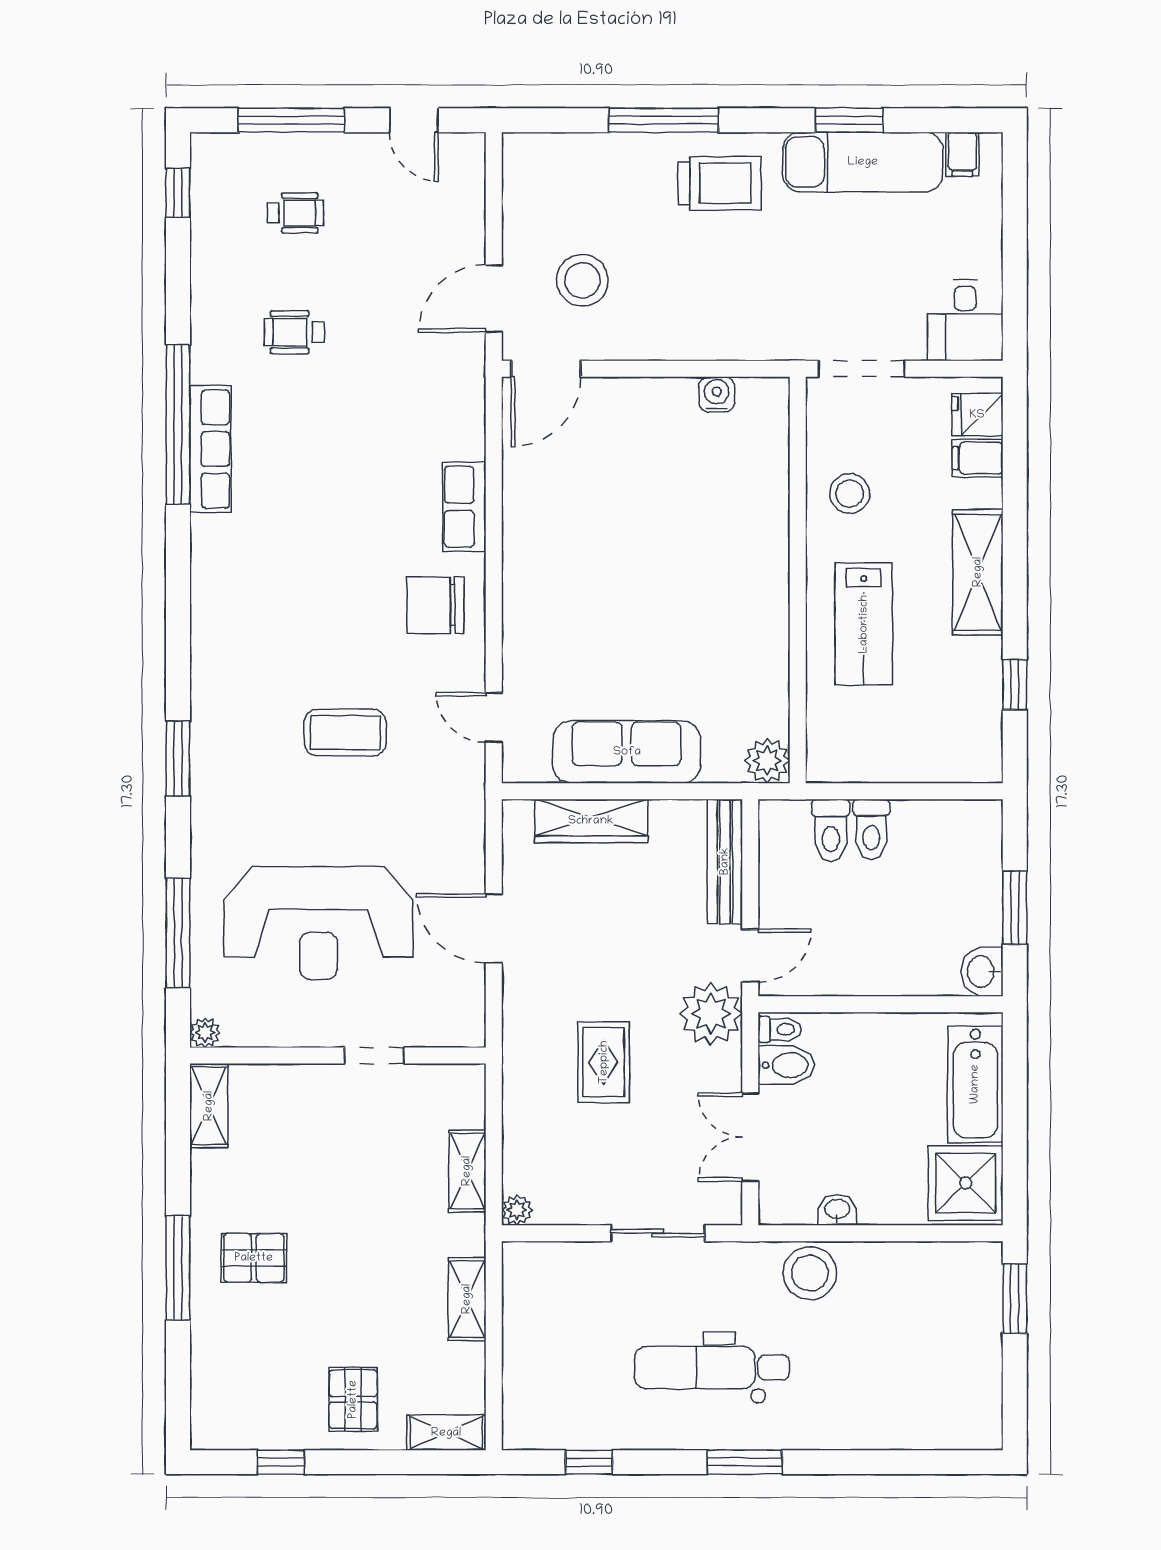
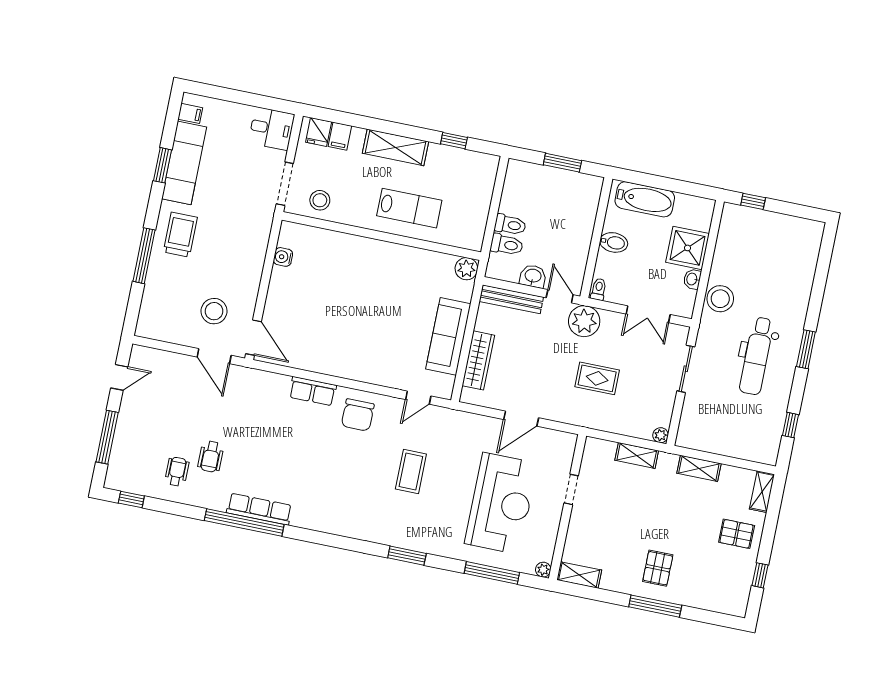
wheelchair: (295, 213) -> (177, 472), moved
stool: (850, 494) -> (320, 200), moved
washbasin: (982, 972) -> (533, 276), moved, turned 180
bidet: (786, 1065) -> (614, 242), moved, turned 90
shower: (966, 1183) -> (688, 248), moved
window: (1015, 1299) -> (753, 201), width x0.67

